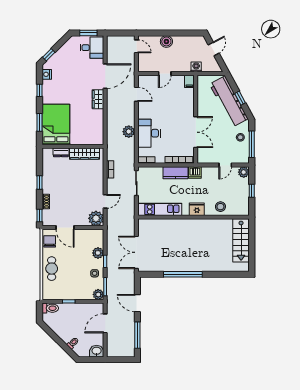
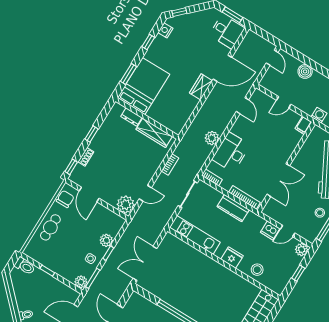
dishwasher: (195, 172) -> (270, 230), moved

